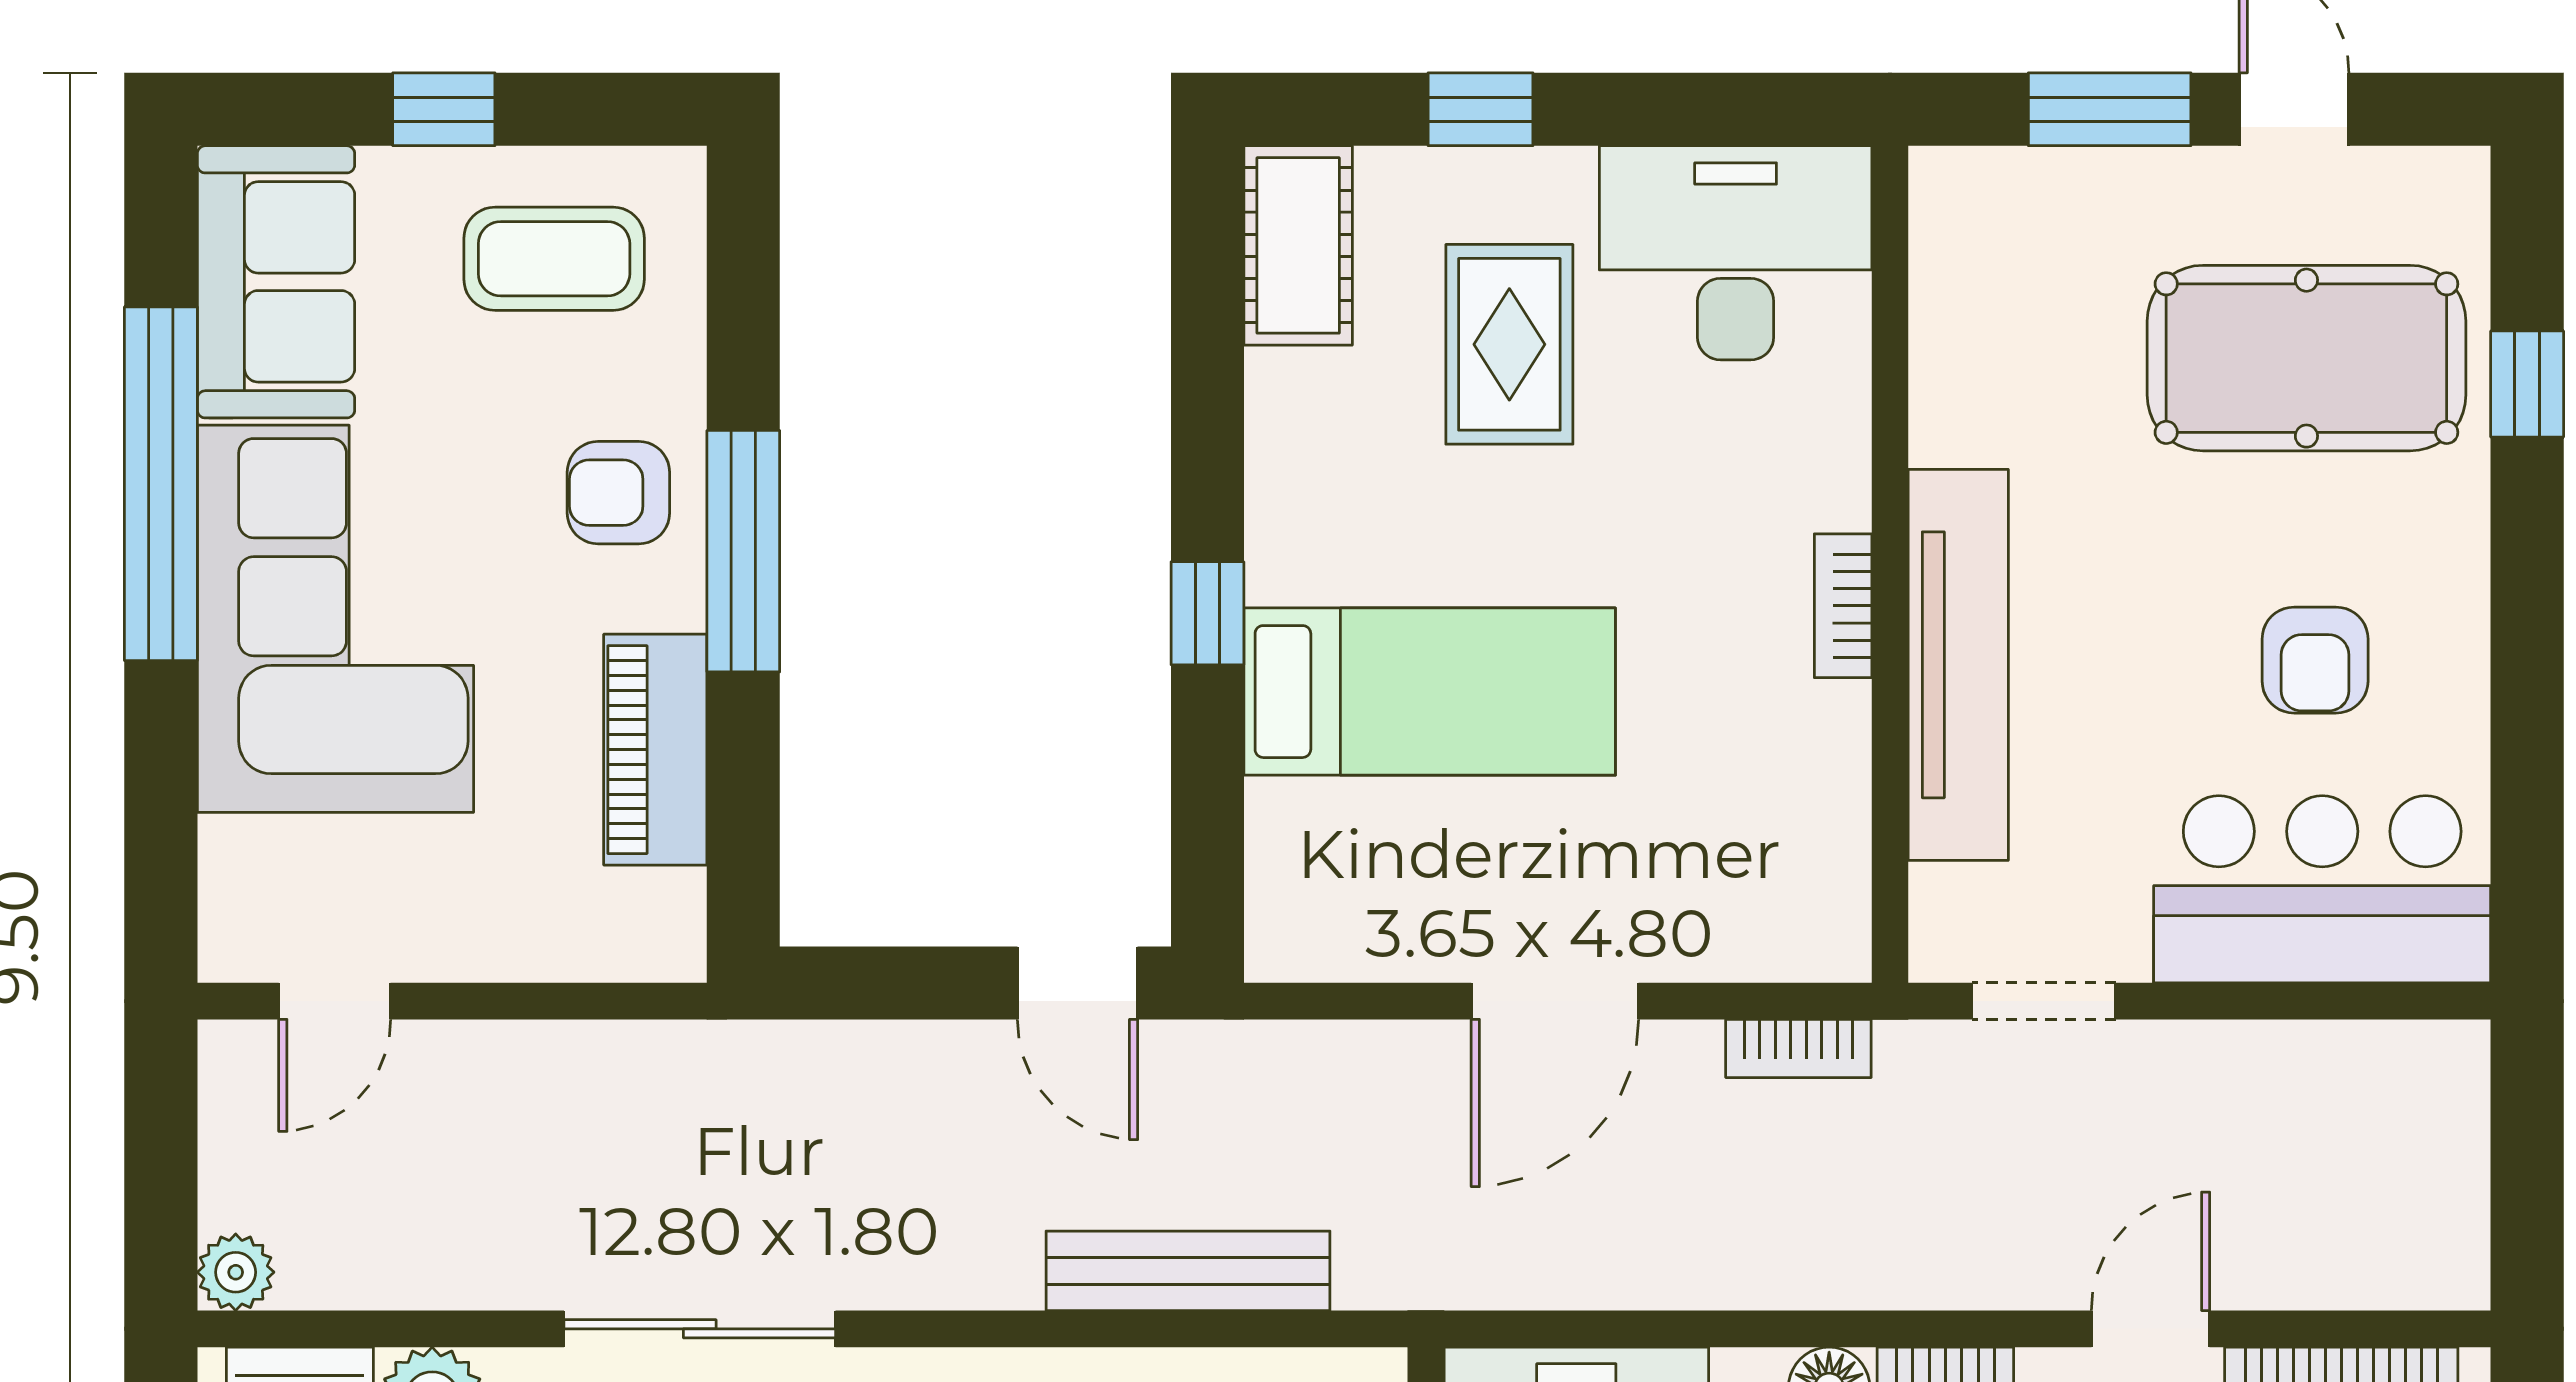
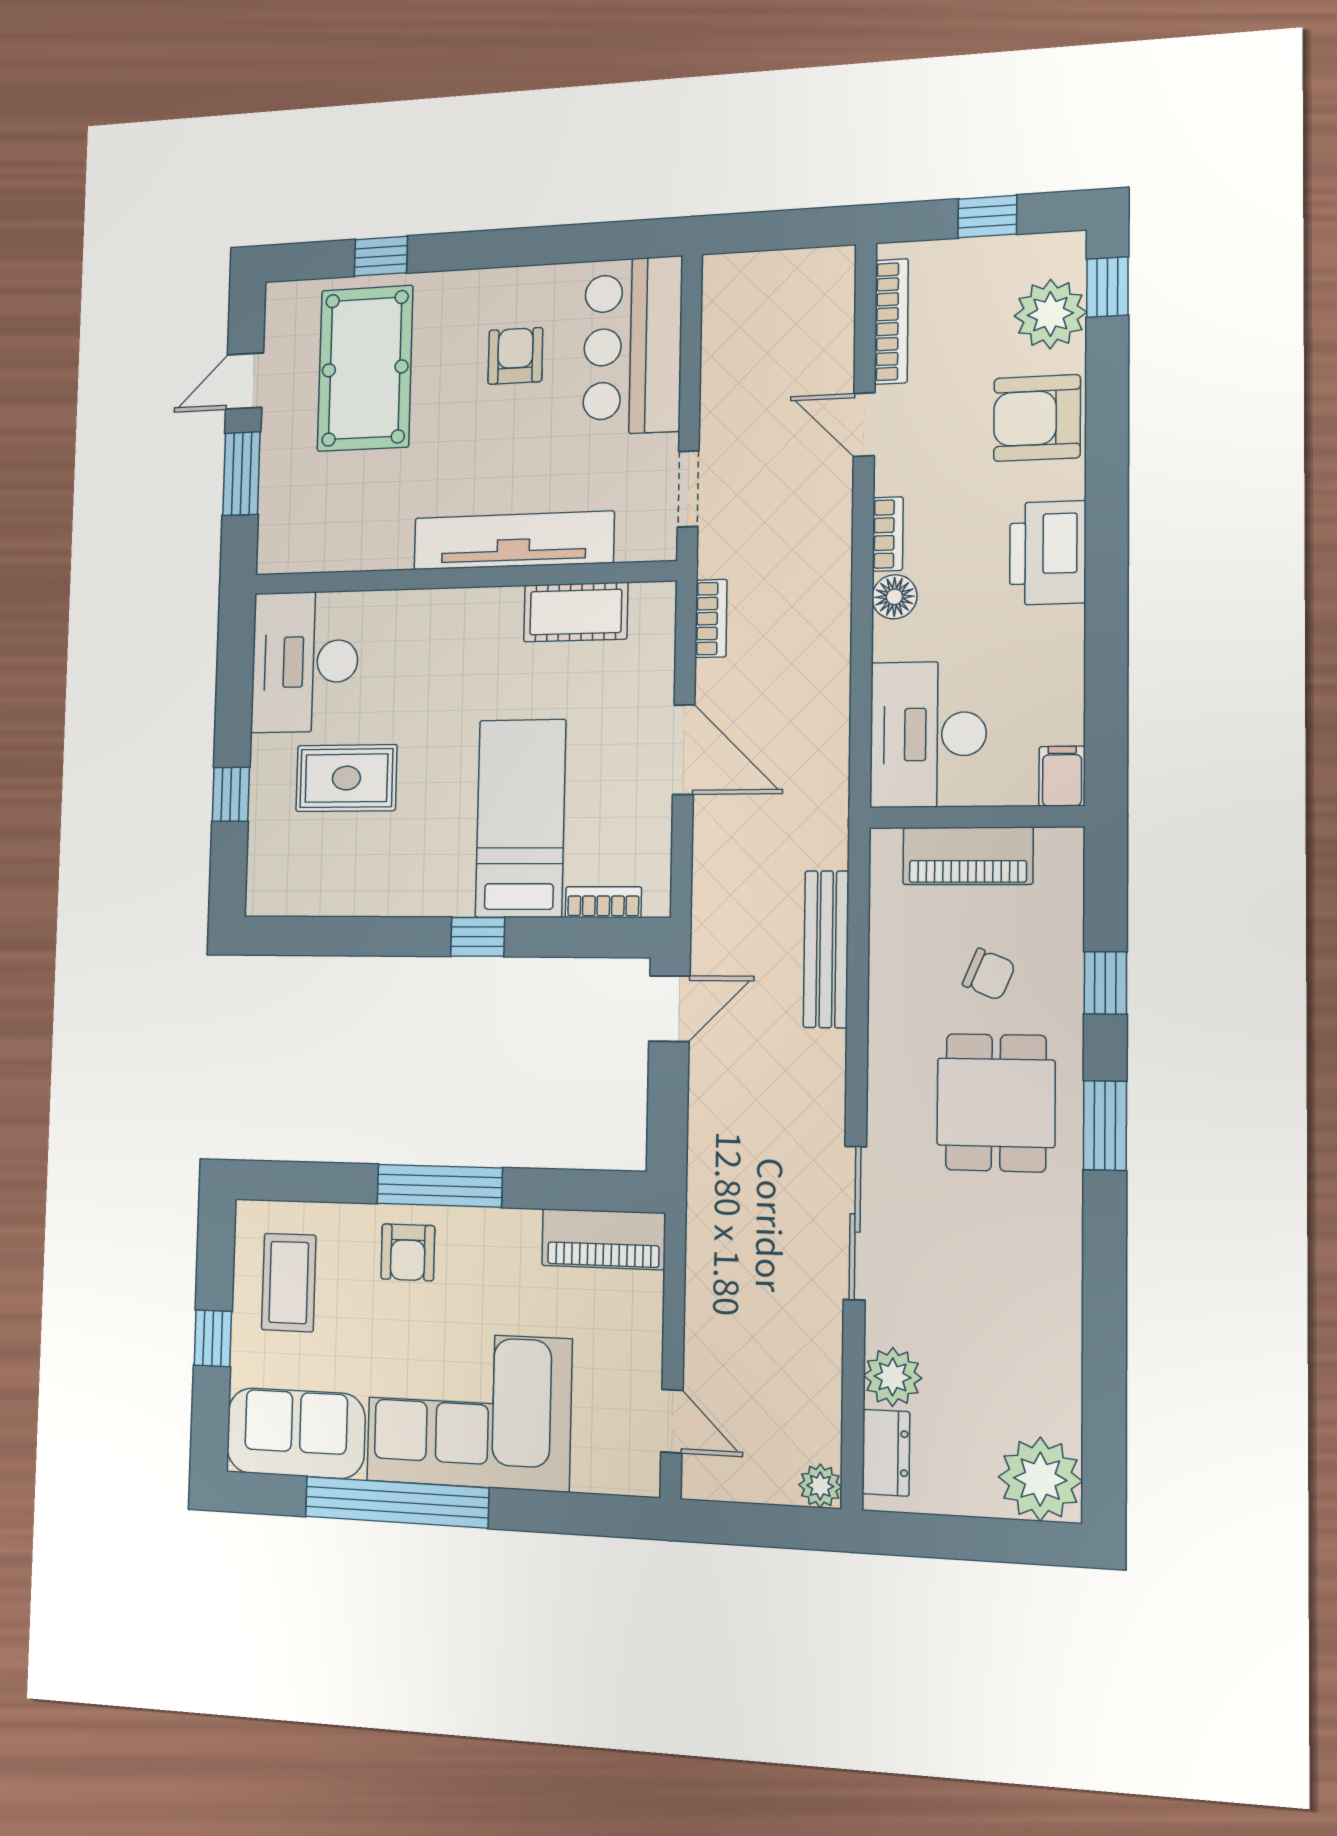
cot: (1298, 245) -> (576, 612), moved
bookcase: (1843, 606) -> (603, 902), moved, turned 180
armchair: (2315, 660) -> (515, 356), turned -90
piano: (655, 750) -> (604, 1239), moved

